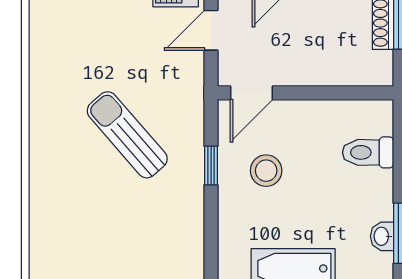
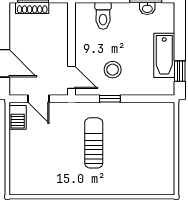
sun lounger: (127, 135) -> (94, 143), turned 131

